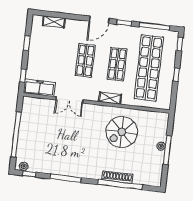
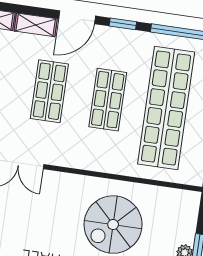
shelving: (110, 98) -> (36, 25), moved

